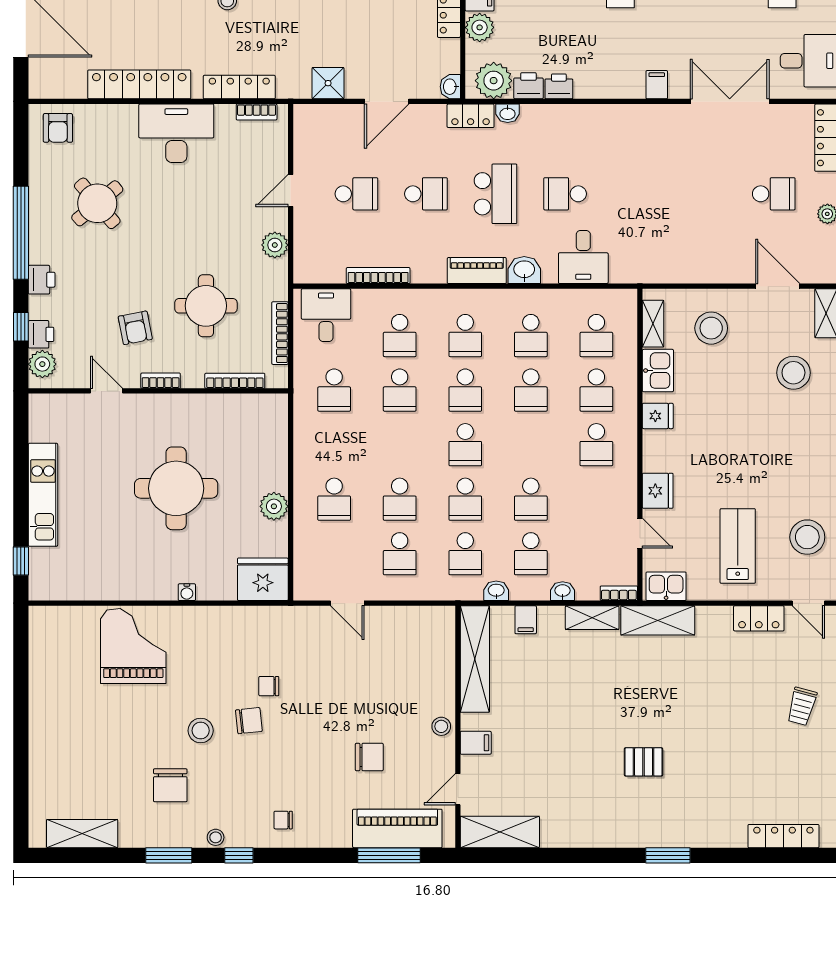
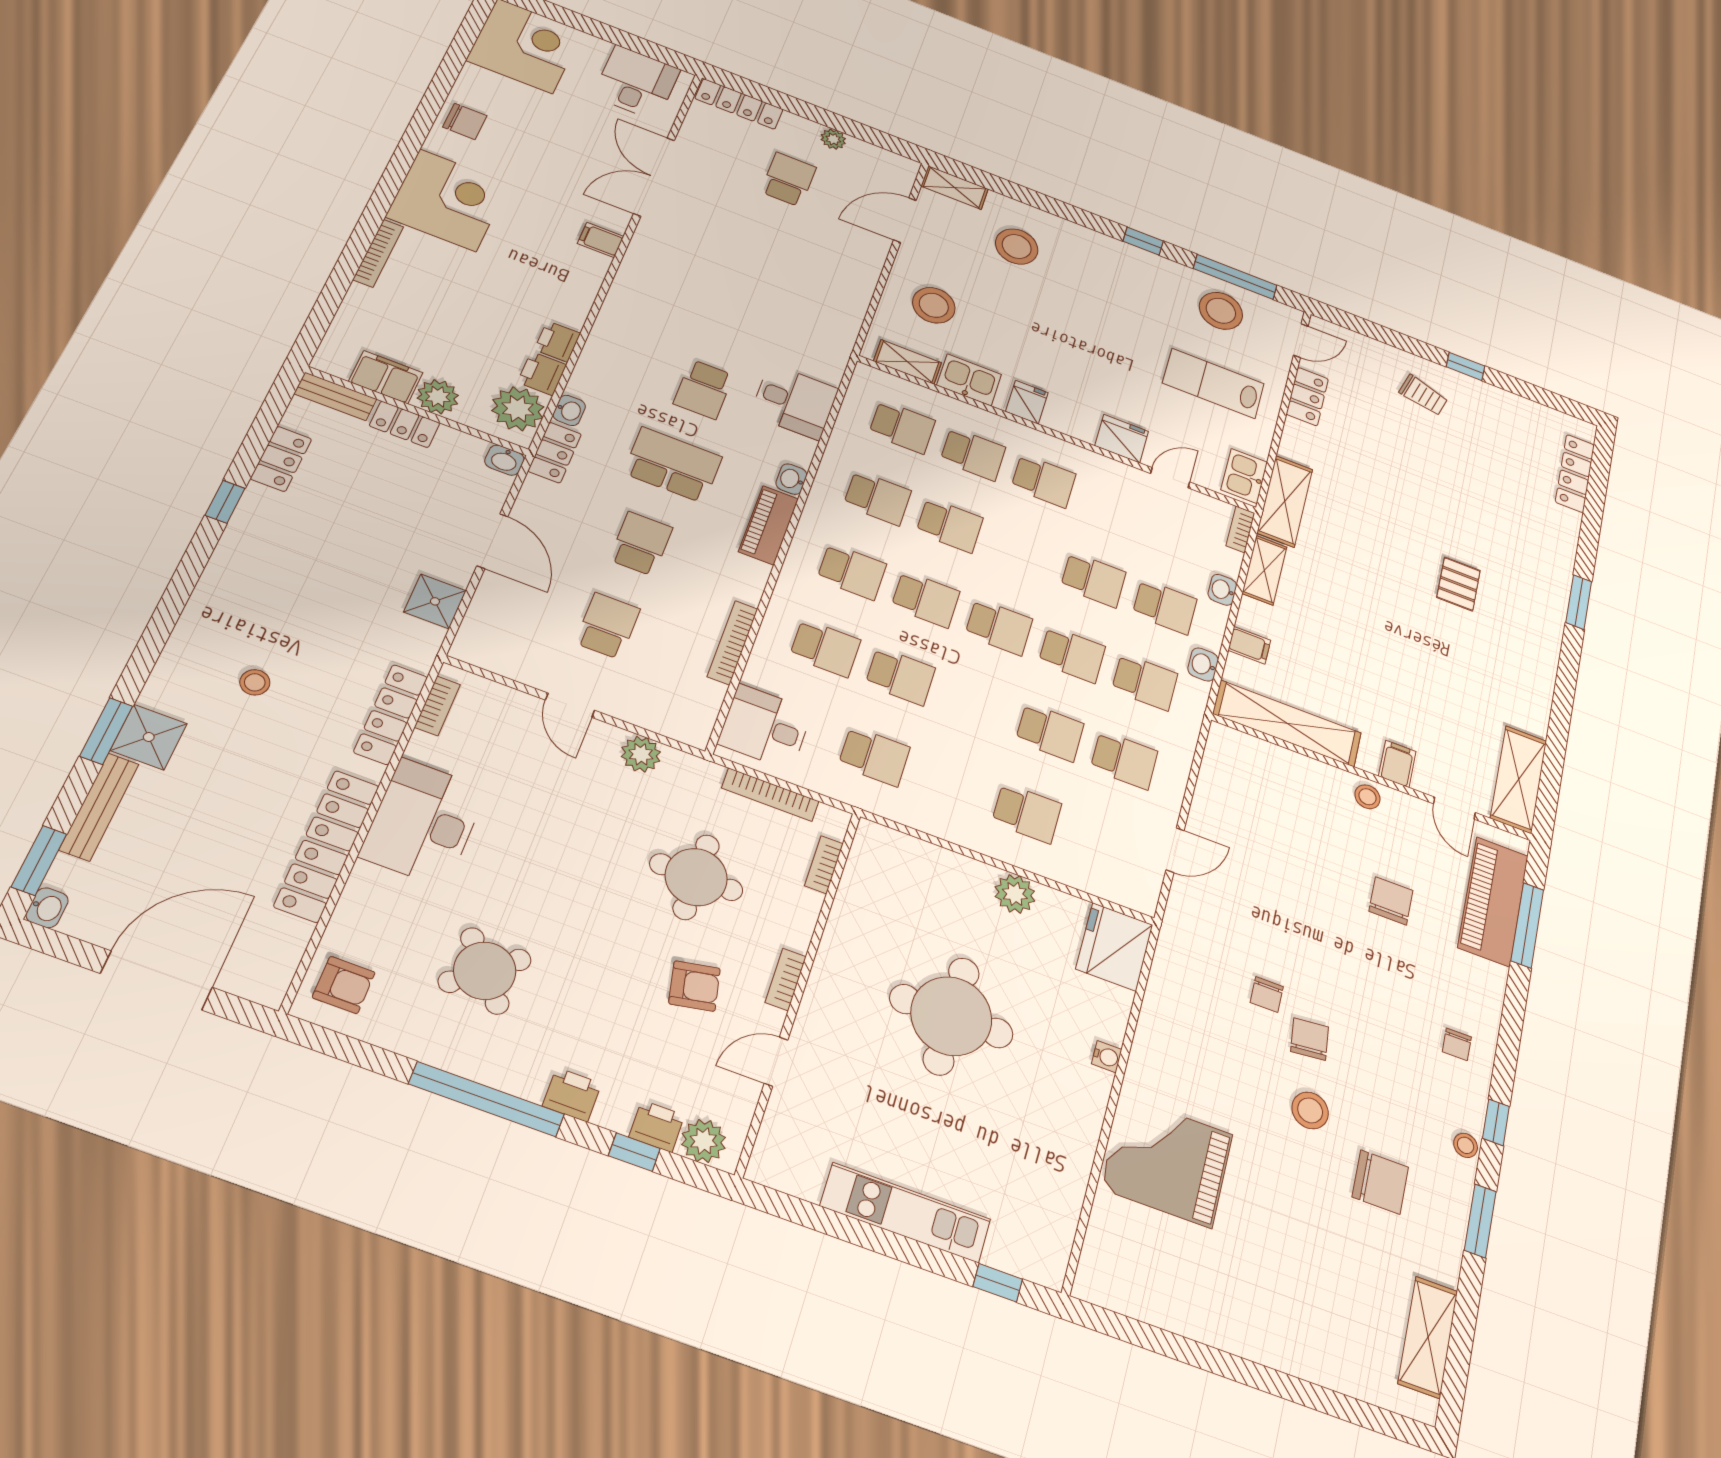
washbasin: (524, 270) -> (791, 479), width x0.72, depth x0.69
bookcase: (235, 381) -> (824, 865), width x0.64

